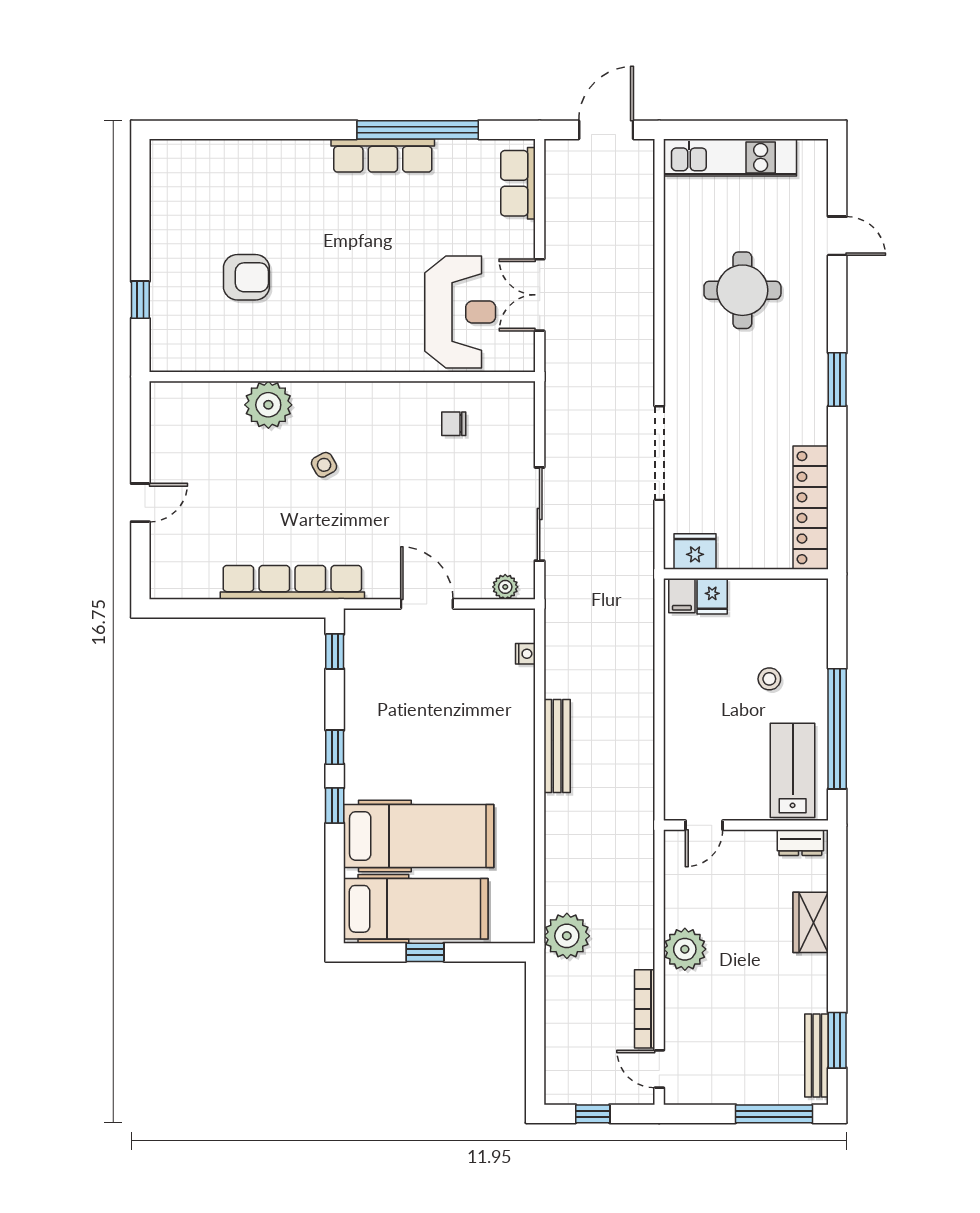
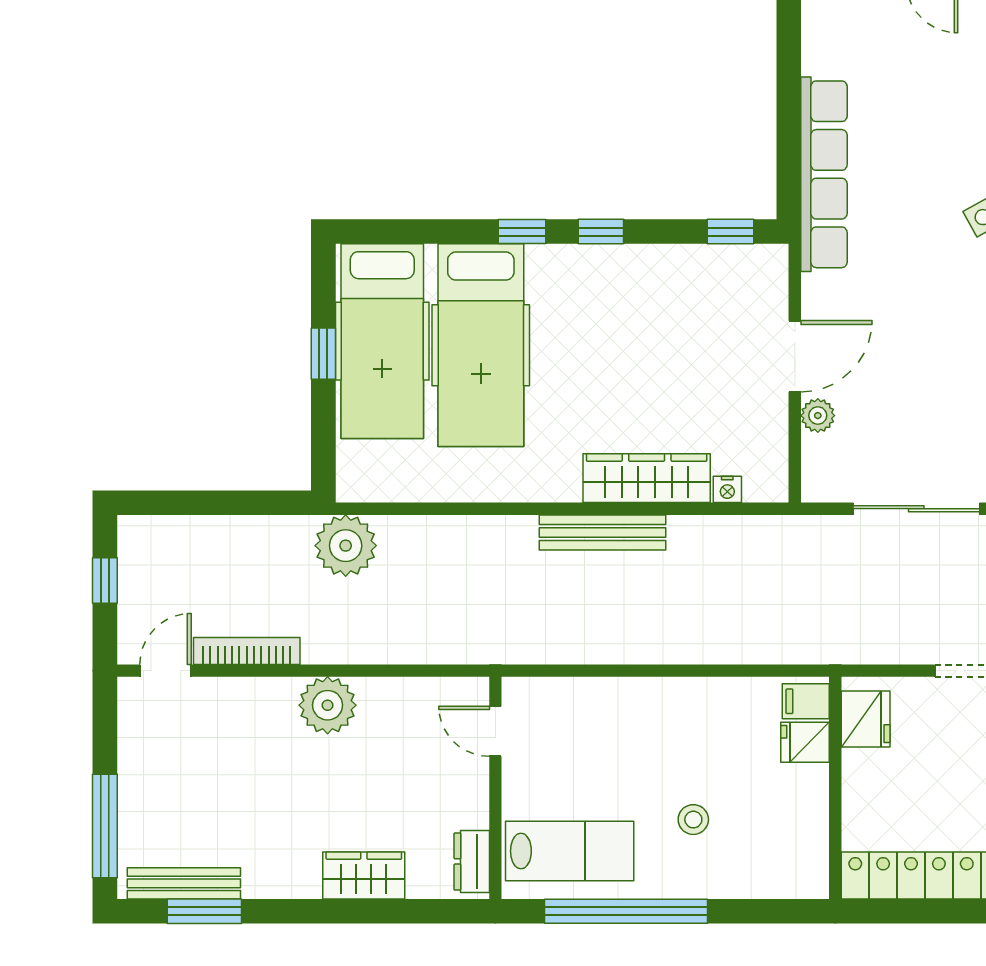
plant: (505, 587) -> (818, 416), moved
wardrobe: (517, 713) -> (647, 478), added

